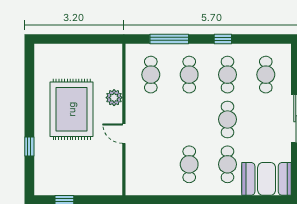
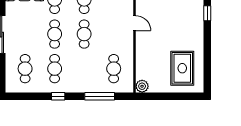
cafe table: (189, 75) -> (84, 34), moved
plant: (114, 98) -> (142, 86), moved
rug: (72, 109) -> (182, 68), moved, width x0.73, depth x0.69

